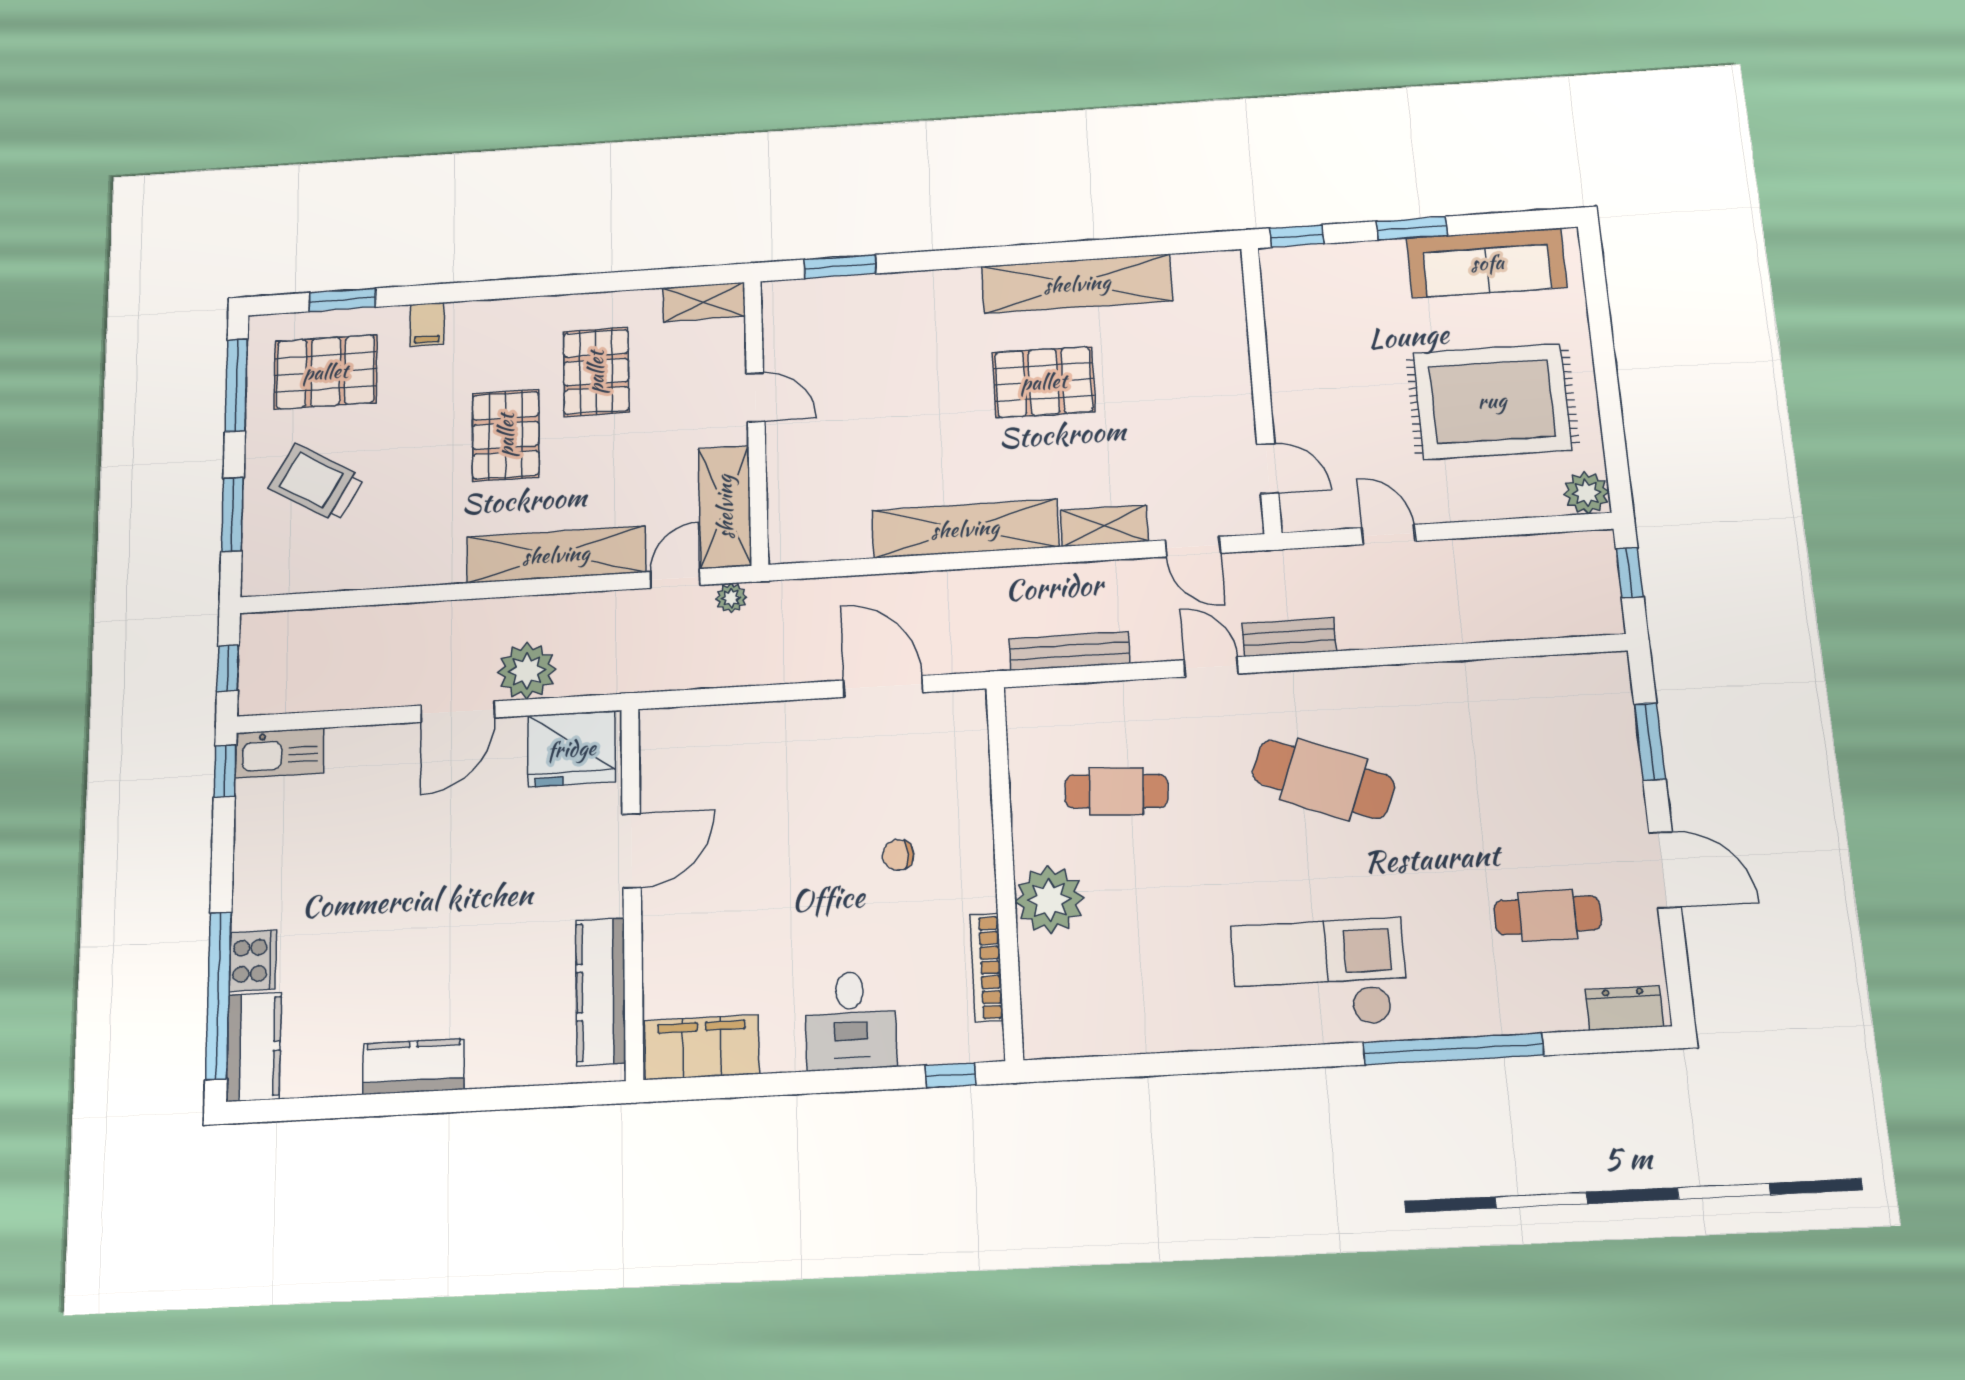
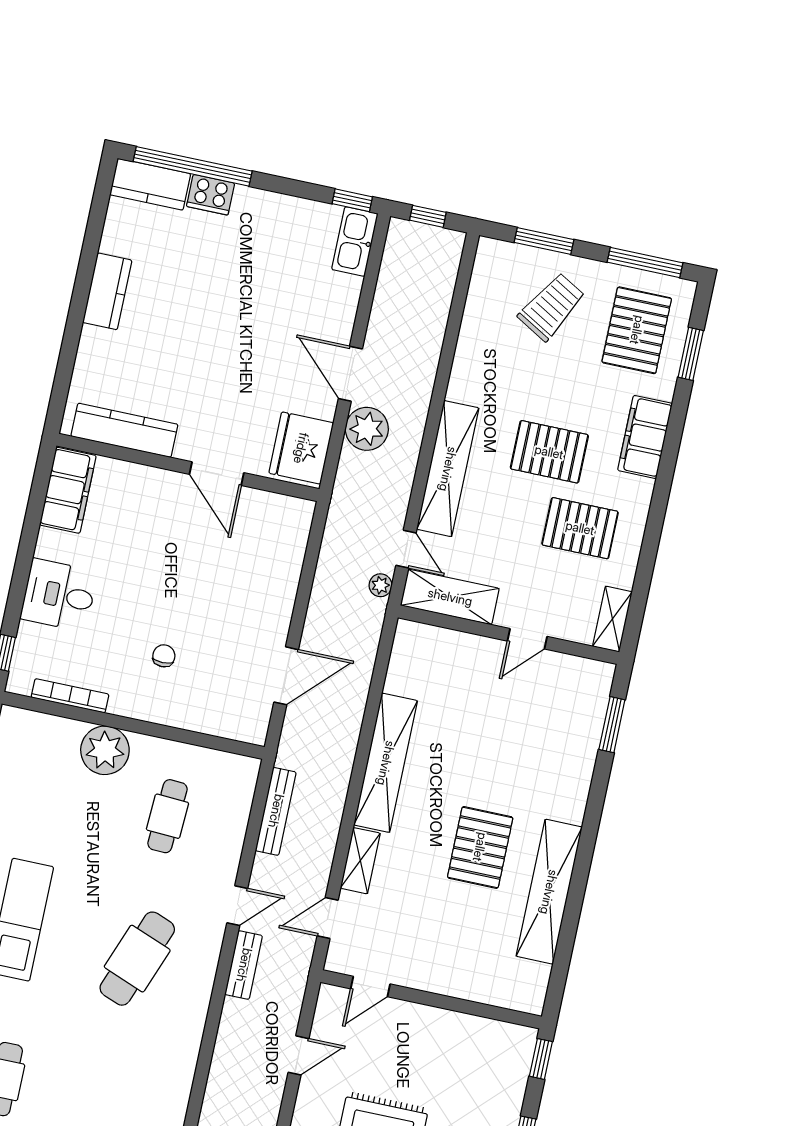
filing cabinet: (427, 324) -> (645, 437), width x3.00, depth x1.17

